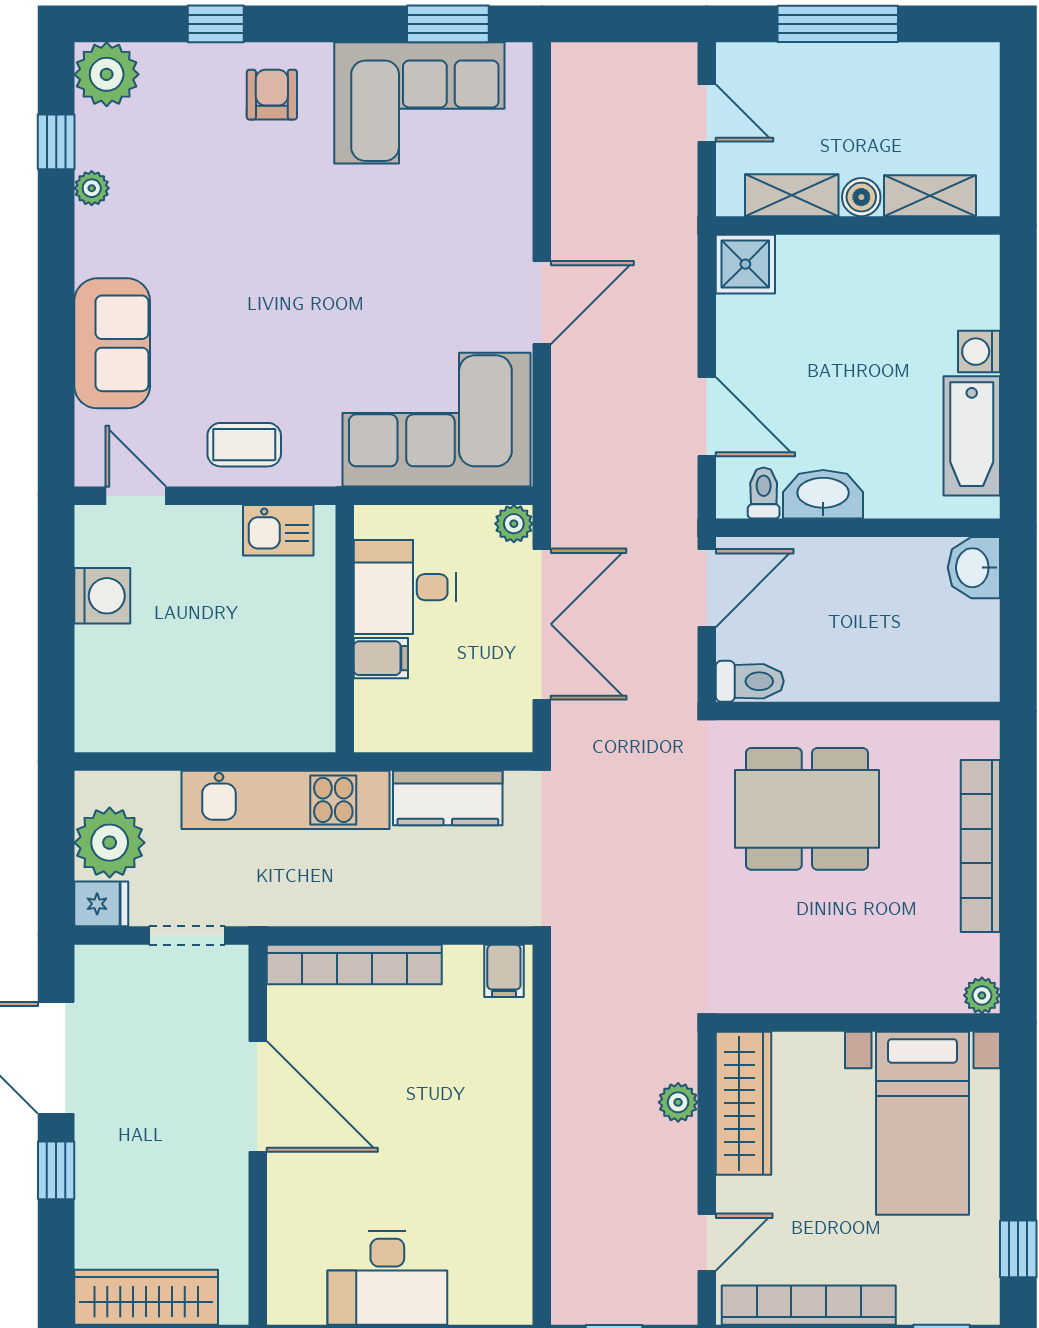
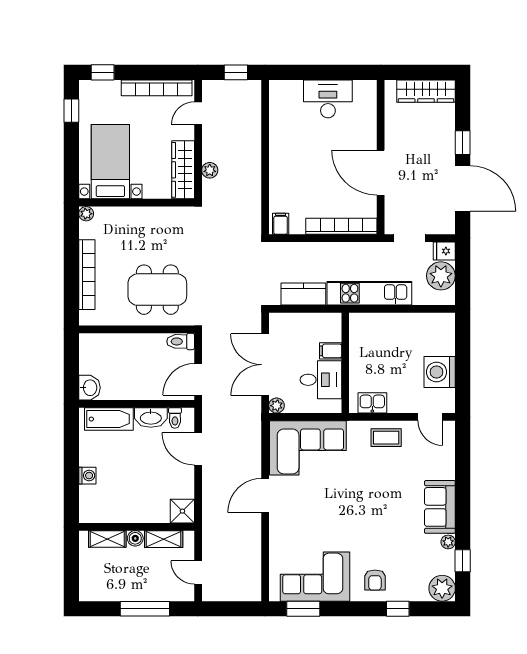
sofa: (112, 343) -> (440, 507), moved
bathtub: (972, 436) -> (109, 419), moved, turned 90
washing machine: (102, 596) -> (440, 372), width x1.37, depth x1.37

